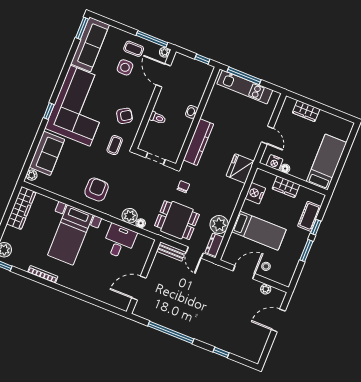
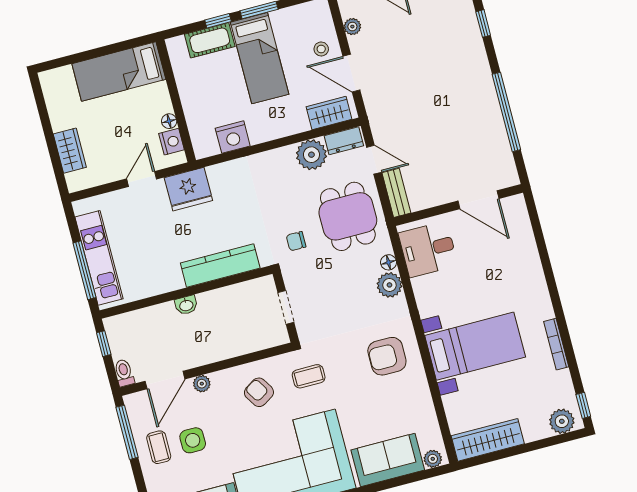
plant: (165, 52) -> (202, 384), moved
toilet: (157, 118) -> (124, 373), moved
fridge: (240, 169) -> (188, 189), moved
wardrobe: (286, 187) -> (329, 113), moved, turned -90
bed: (259, 231) -> (260, 58), moved, turned 180
desk: (119, 241) -> (428, 249), moved
door: (195, 253) -> (374, 160), hinge flipped

